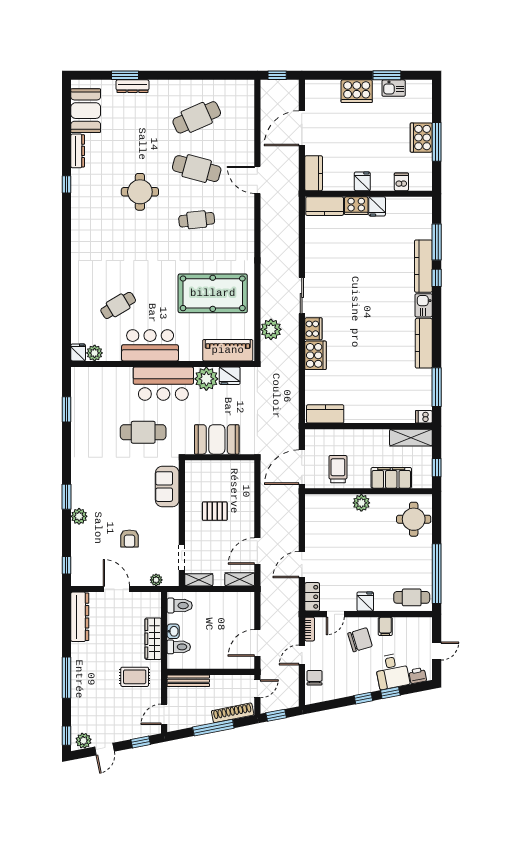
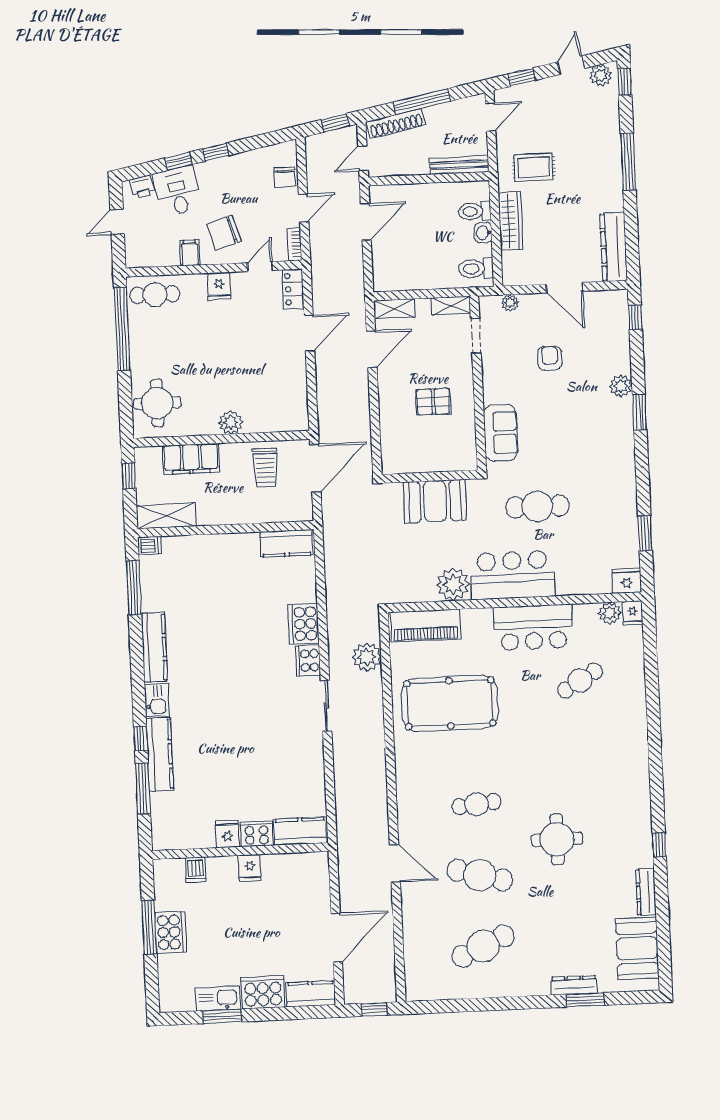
kitchen sink: (394, 88) -> (218, 999), width x1.38
kitchen counter: (314, 173) -> (311, 994), moved, turned 90
fridge: (230, 376) -> (627, 581), moved

